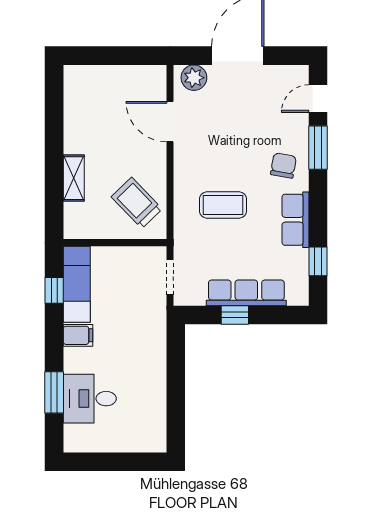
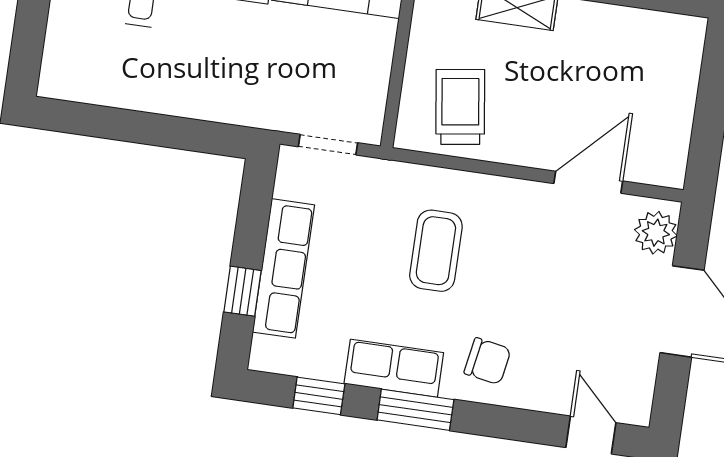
window: (318, 148) -> (415, 410), moved
trolley: (137, 203) -> (460, 107), turned -54
window: (235, 315) -> (243, 291), moved

